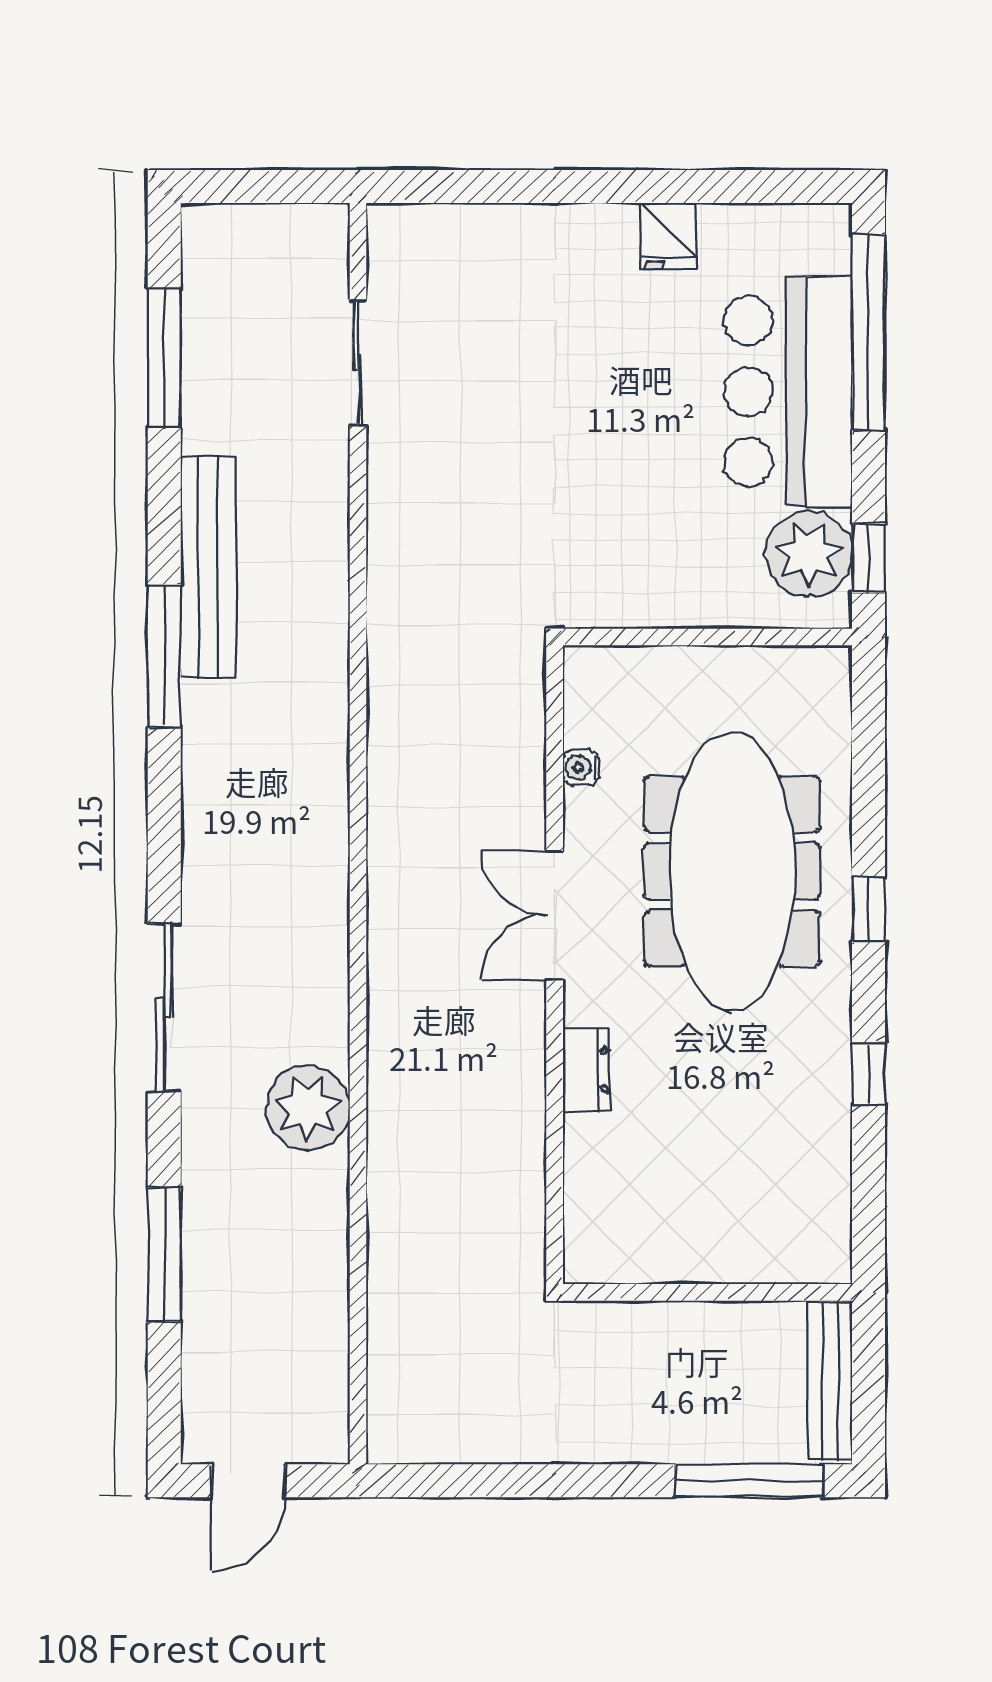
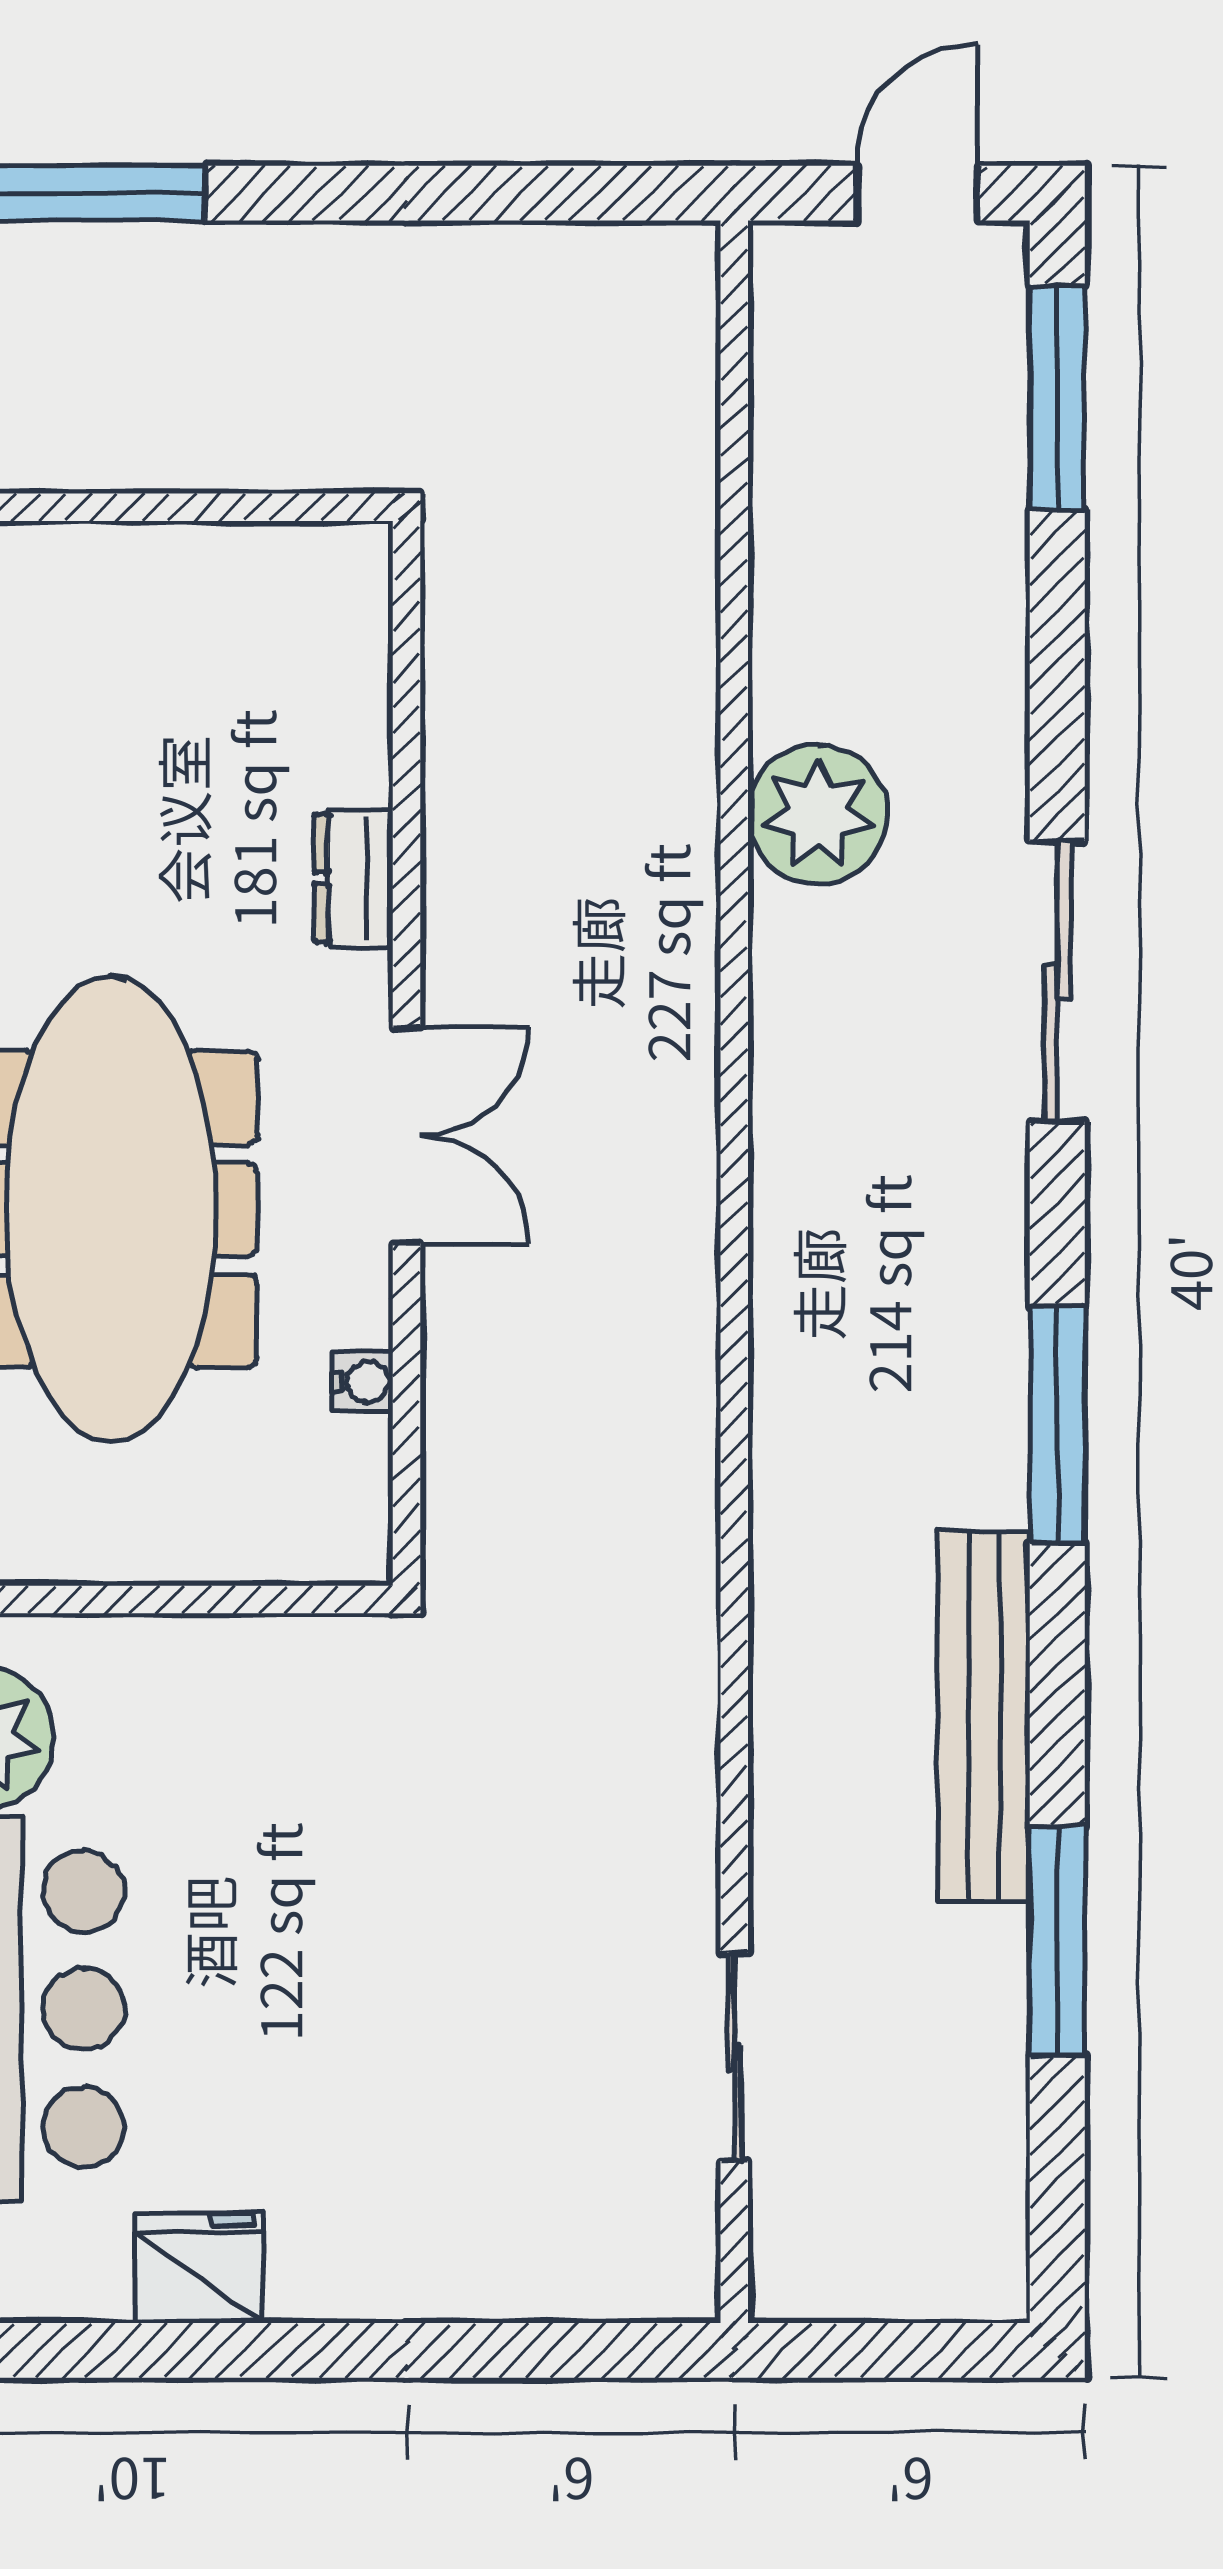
fridge: (668, 236) -> (199, 2268), width x1.38
window: (164, 358) -> (1057, 1941), moved
window: (164, 656) -> (1057, 1425), moved
window: (164, 1255) -> (1057, 397), moved

